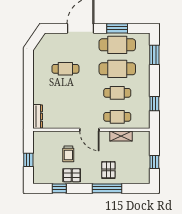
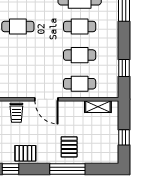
cafe table: (117, 69) -> (80, 26), width x0.73, depth x0.74
shelving: (121, 136) -> (98, 107), moved
trolley: (68, 154) -> (16, 113), moved

